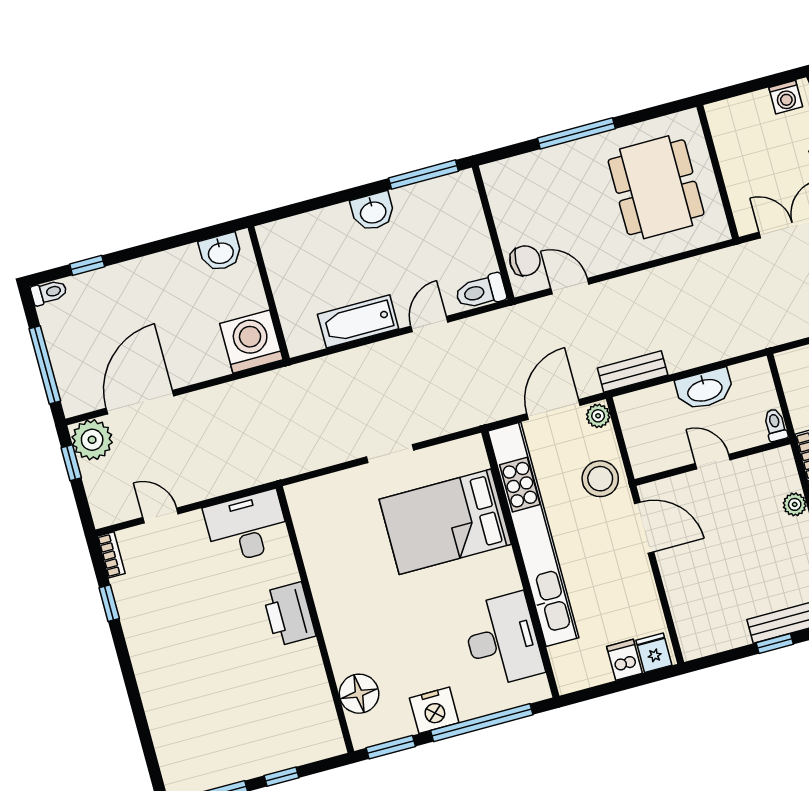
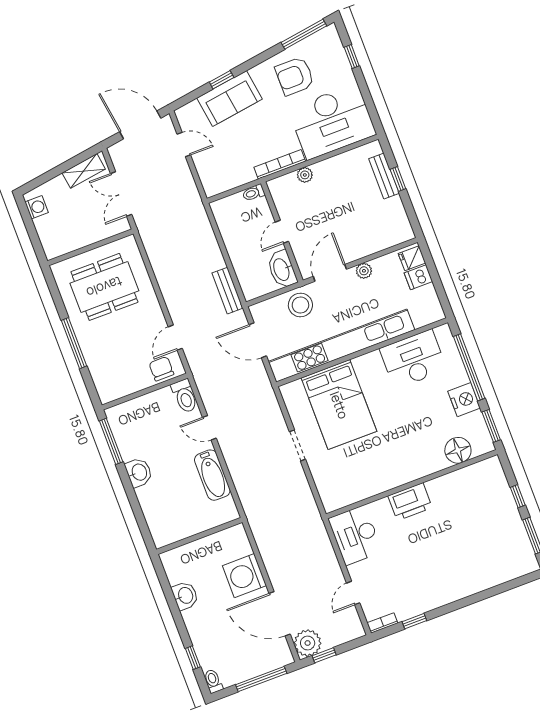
washbasin: (221, 252) -> (185, 596), moved
washing machine: (251, 342) -> (244, 576), moved
washbasin: (705, 389) -> (282, 269), moved, turned 180
plant: (598, 416) -> (364, 271), moved

